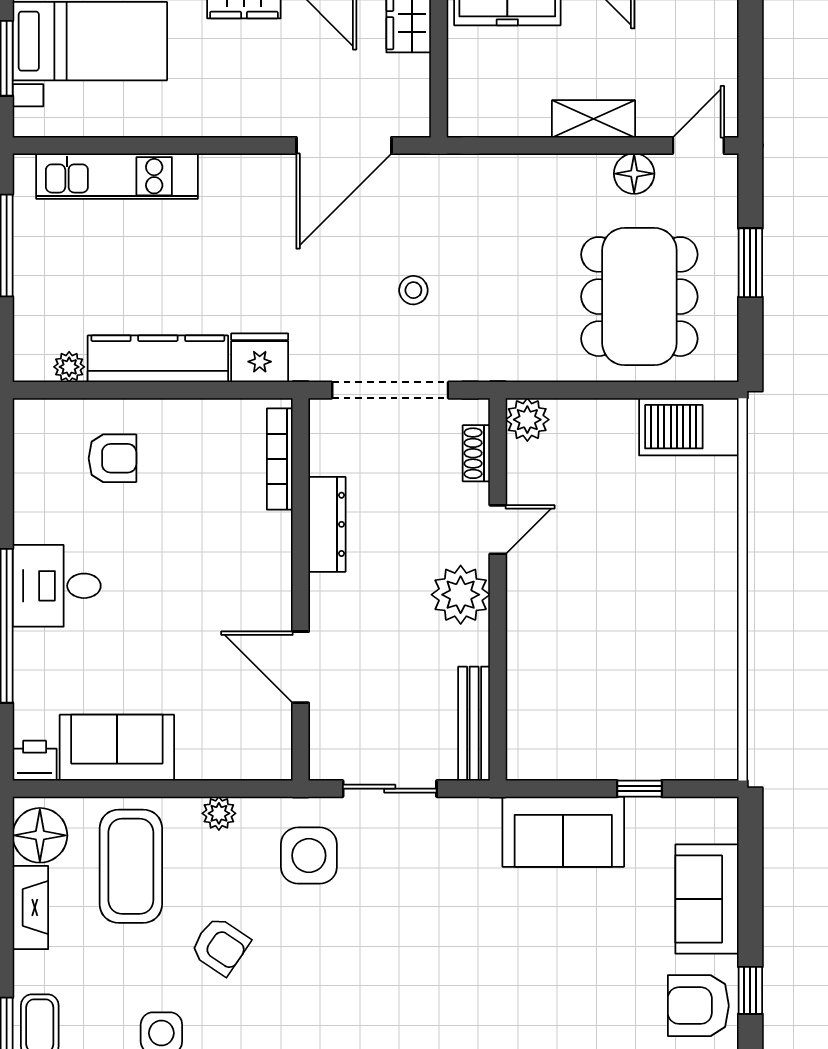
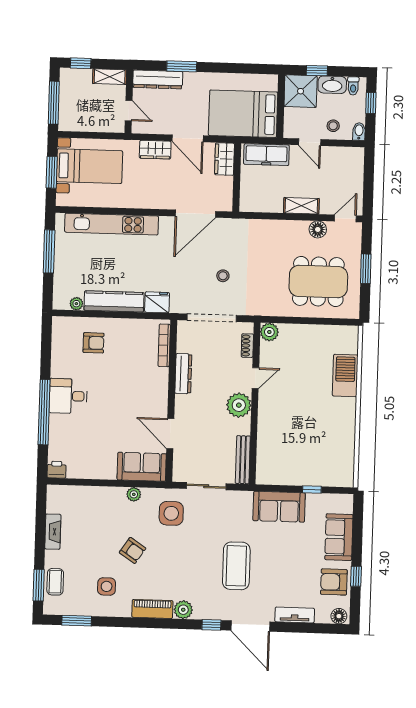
kitchen unit: (117, 176) -> (112, 224), width x1.36
dining table: (639, 297) -> (318, 281), turned 90
barbecue: (689, 427) -> (345, 375), moved, turned 90
sofa: (117, 748) -> (142, 467), moved
floor lamp: (40, 835) -> (58, 501), removed
coffee table: (131, 866) -> (236, 566), moved

